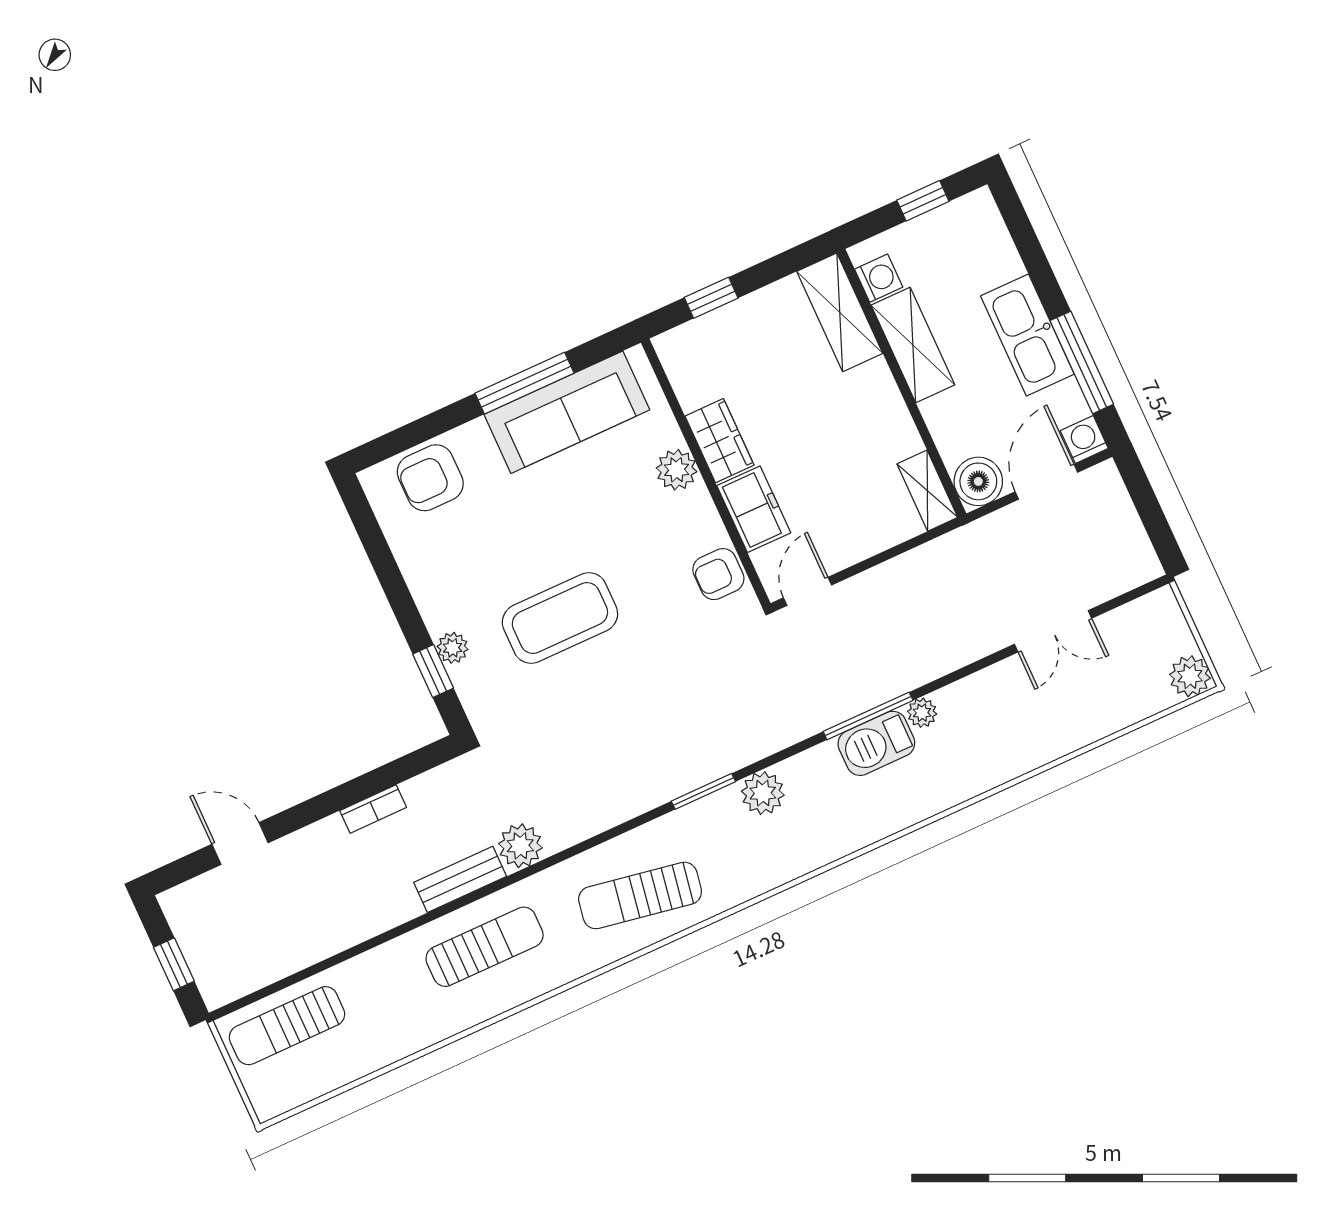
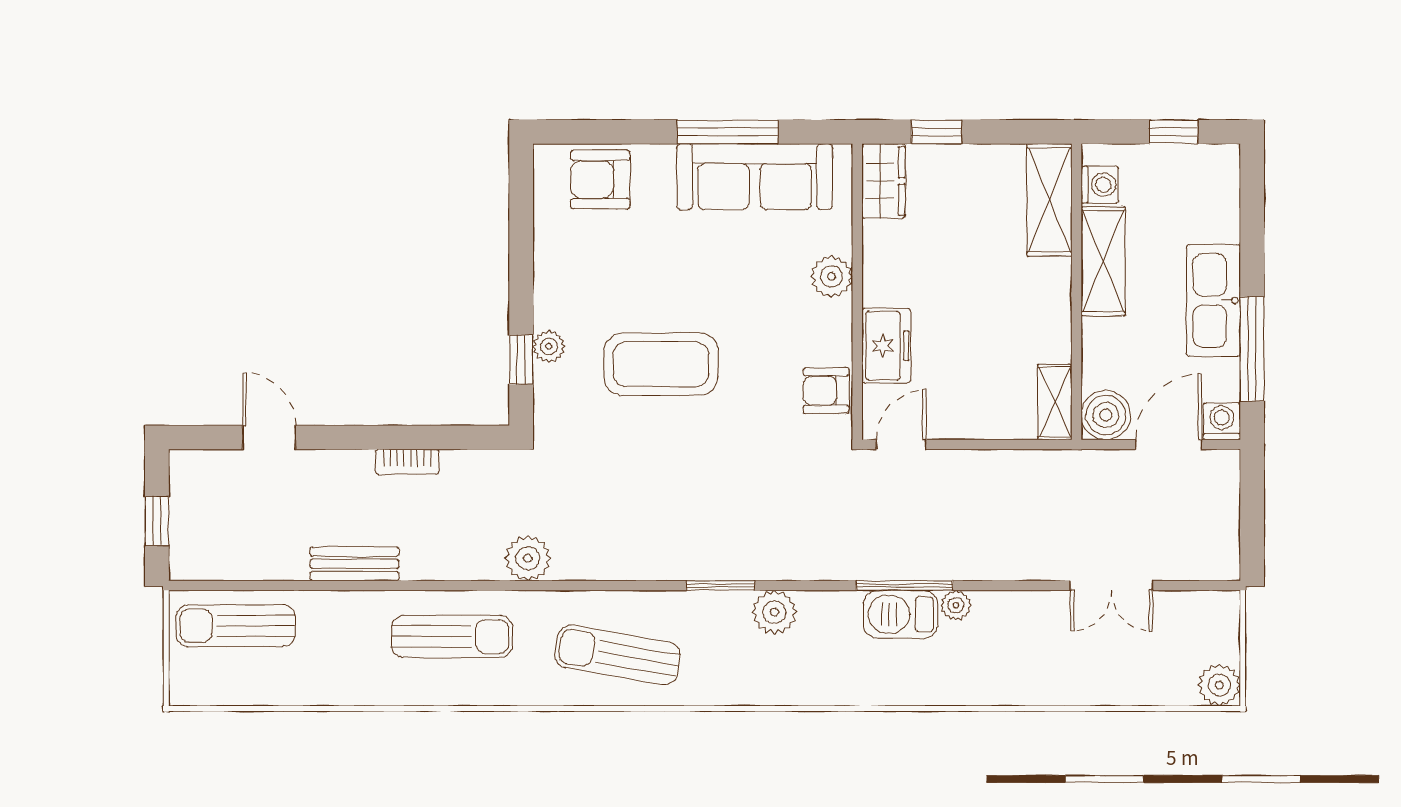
wardrobe: (719, 441) -> (884, 181), moved
bench: (460, 879) -> (354, 564), moved

